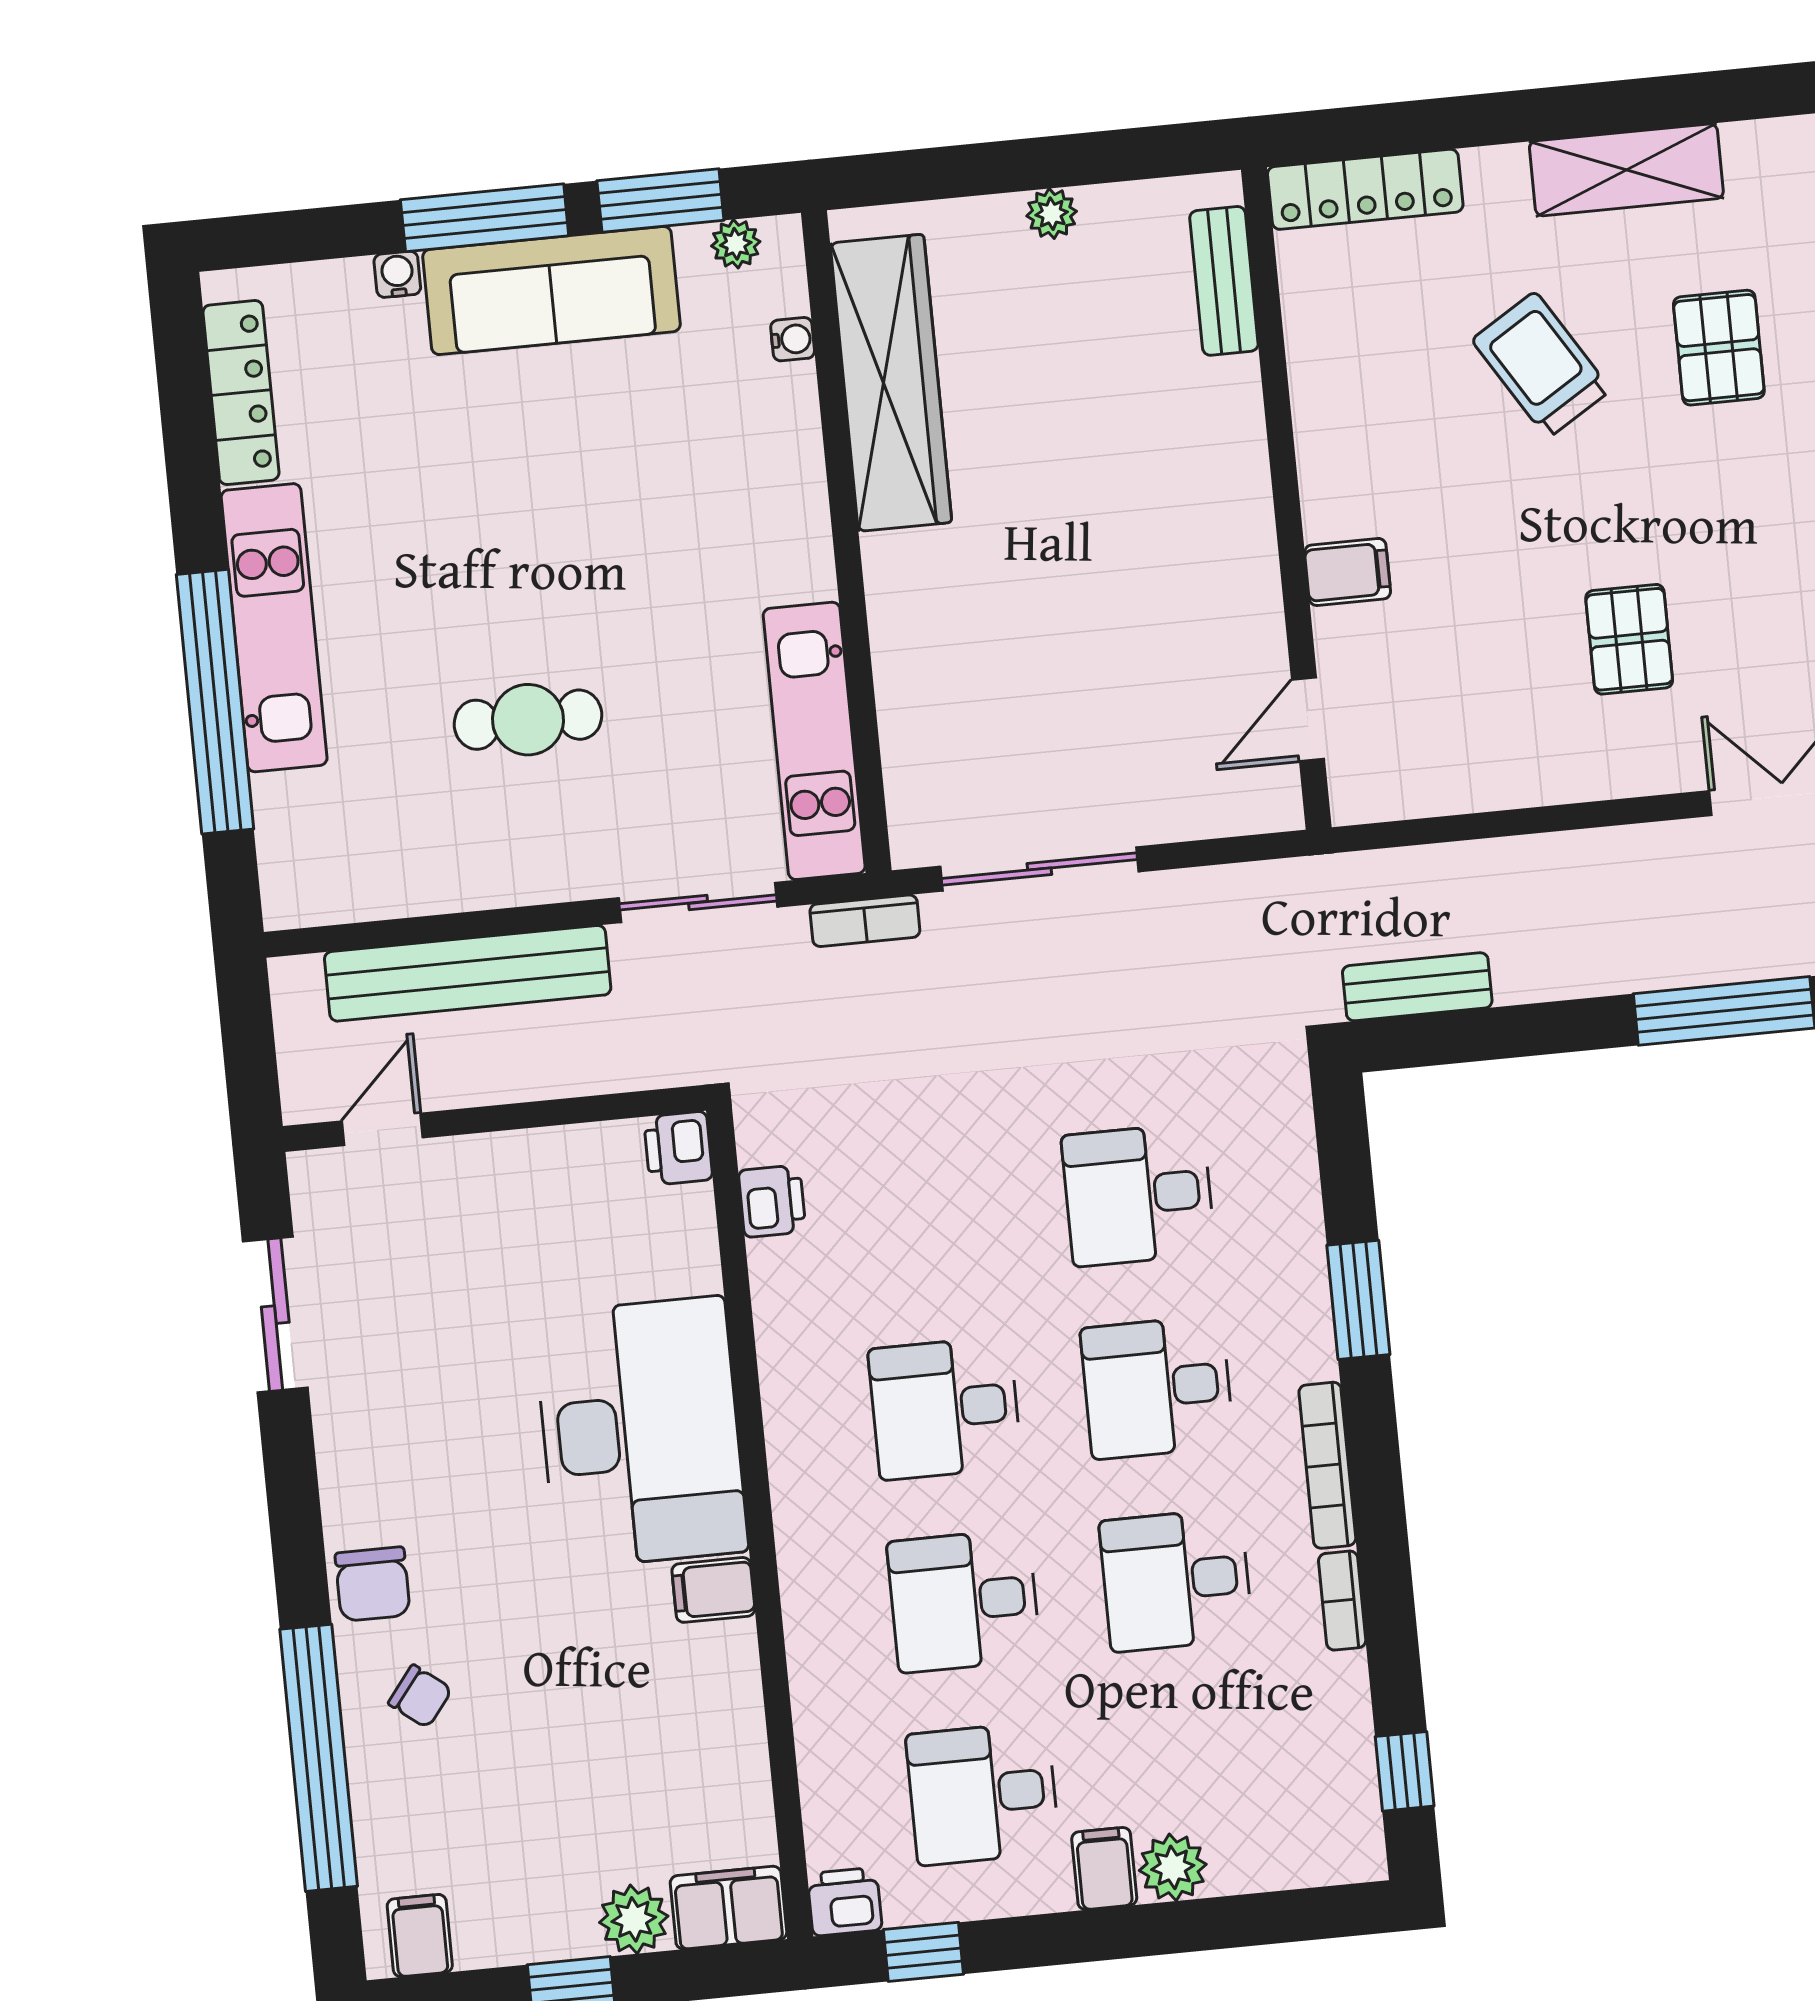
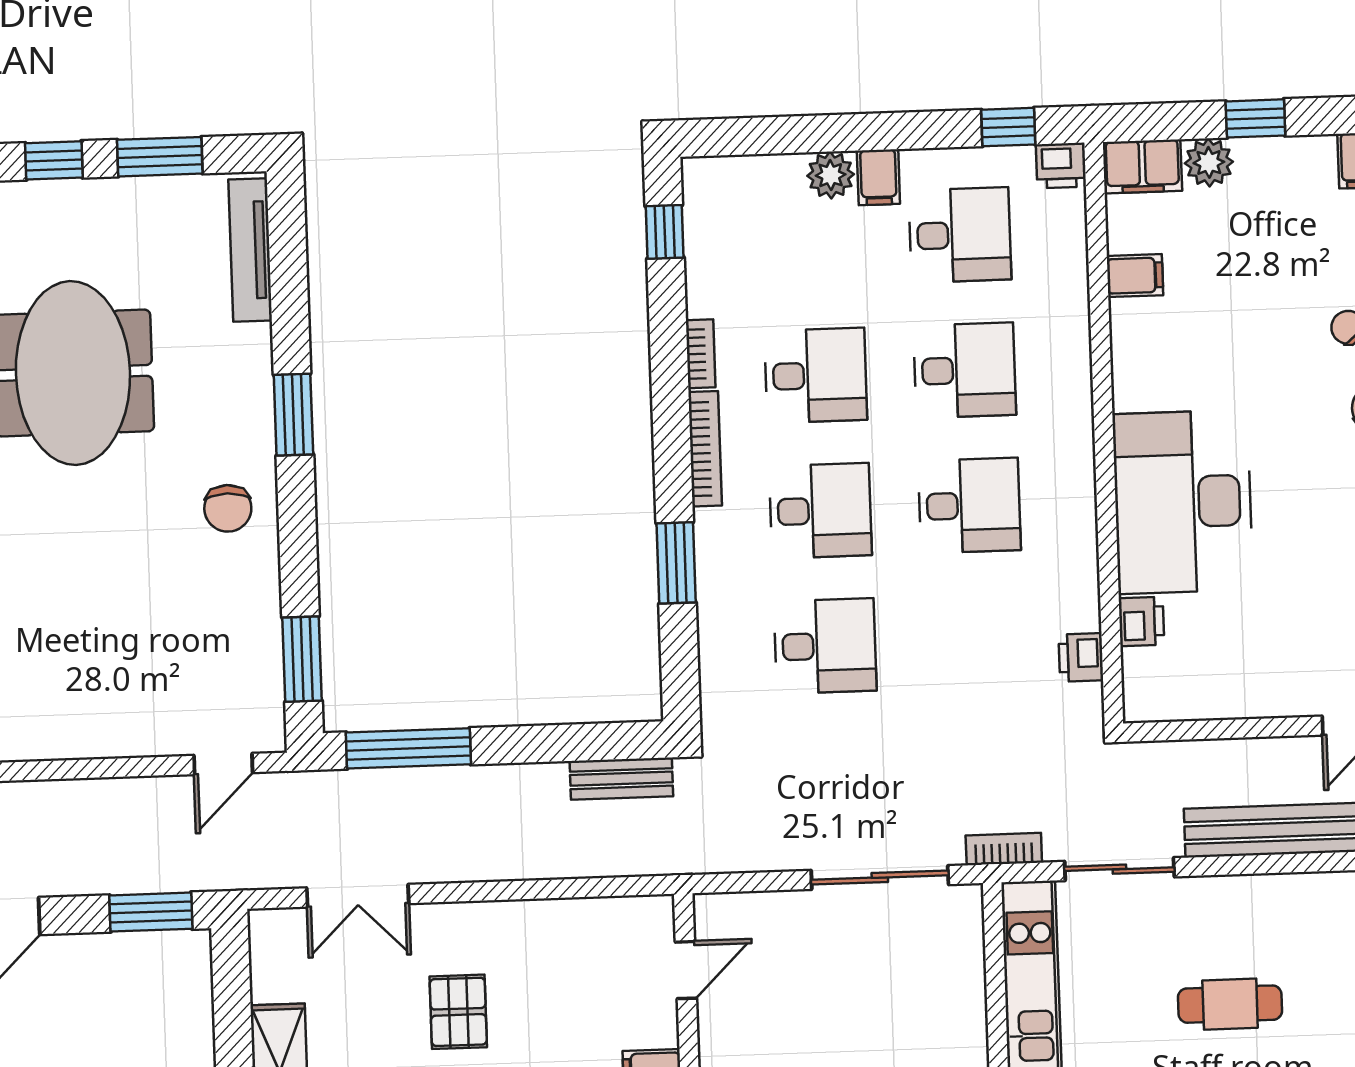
printer: (678, 1148) -> (1141, 621), moved
filing cabinet: (713, 1590) -> (1135, 276), moved

